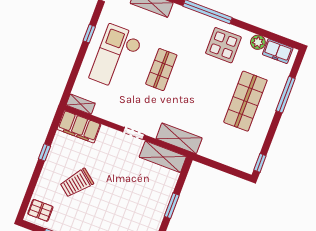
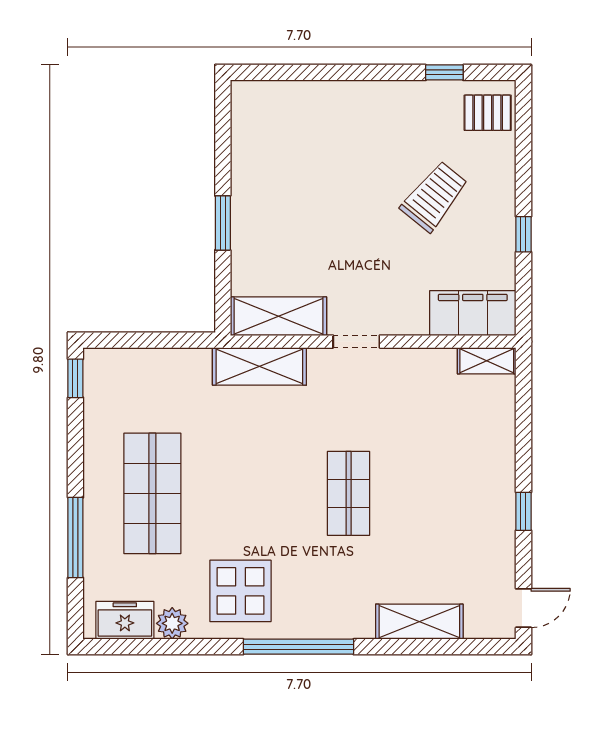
checkout: (116, 57) -> (451, 484), removed

